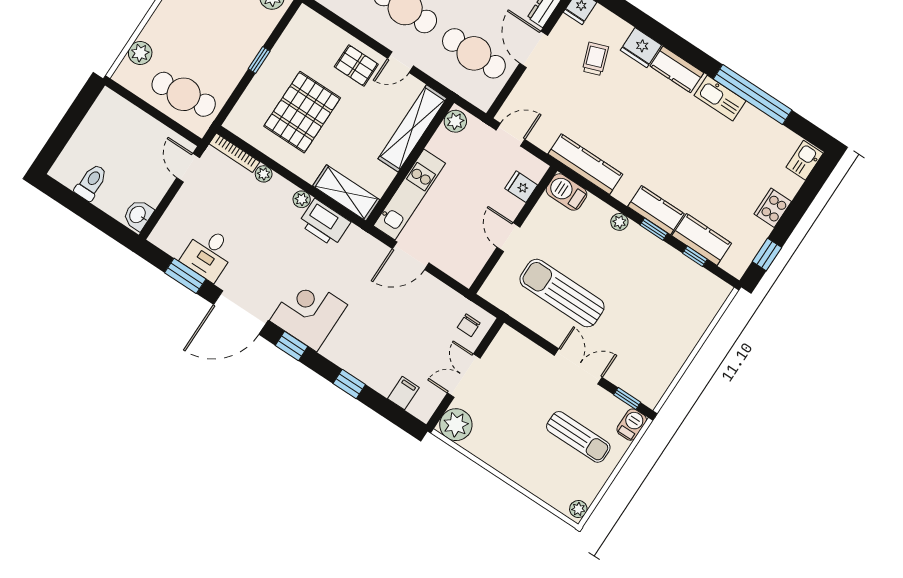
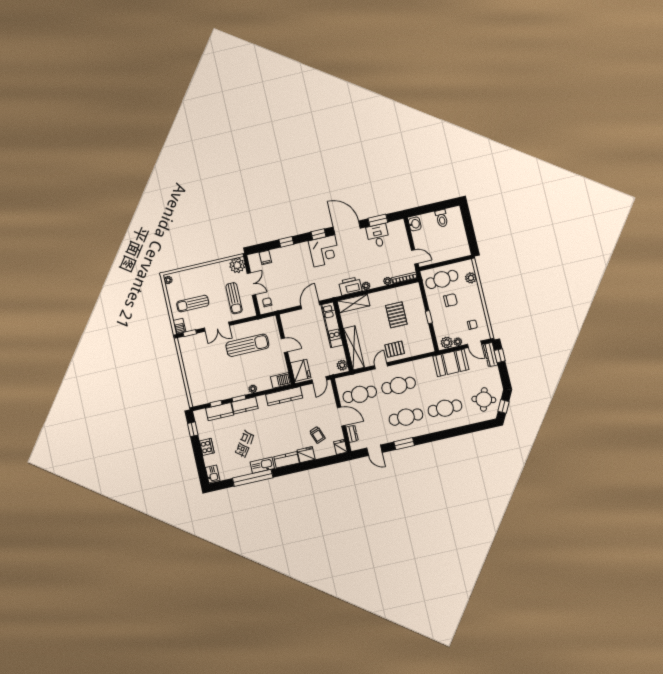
chair: (203, 52) -> (450, 300), added
pallet: (302, 112) -> (396, 315), width x0.73, depth x0.71
fridge: (521, 187) -> (301, 370), width x1.88, depth x1.34
door: (241, 312) -> (347, 228), hinge flipped
sun lounger: (510, 382) -> (234, 298), added

